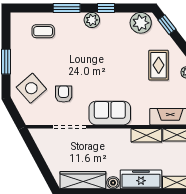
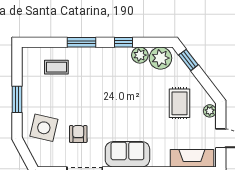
plant: (92, 20) -> (140, 55), moved
side table: (31, 88) -> (44, 128), turned -36

